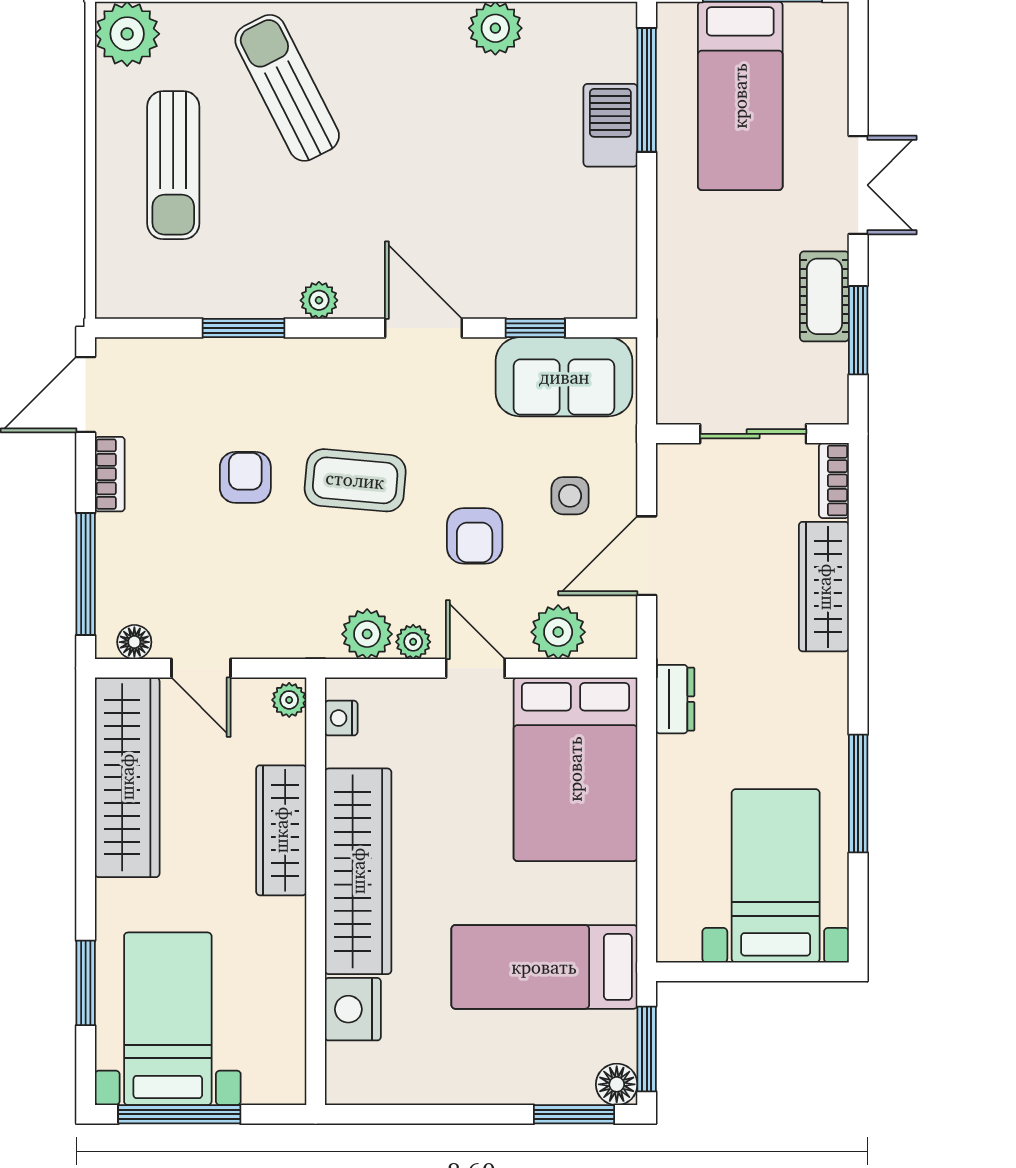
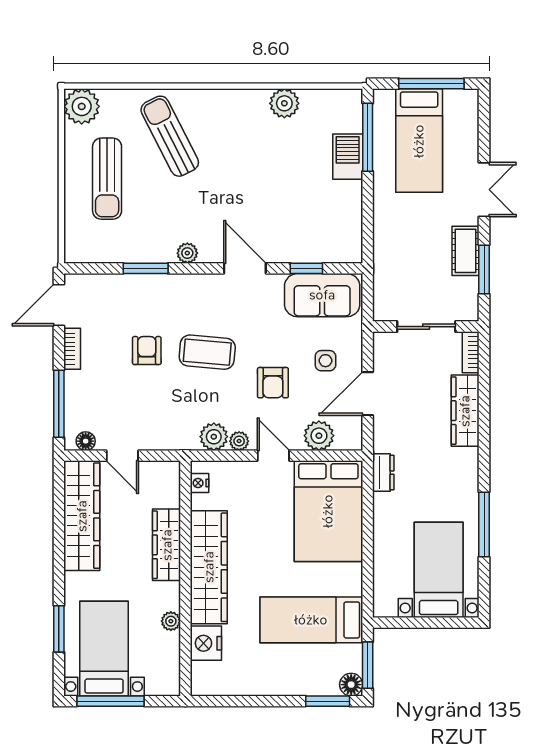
plant: (289, 700) -> (171, 621), moved

